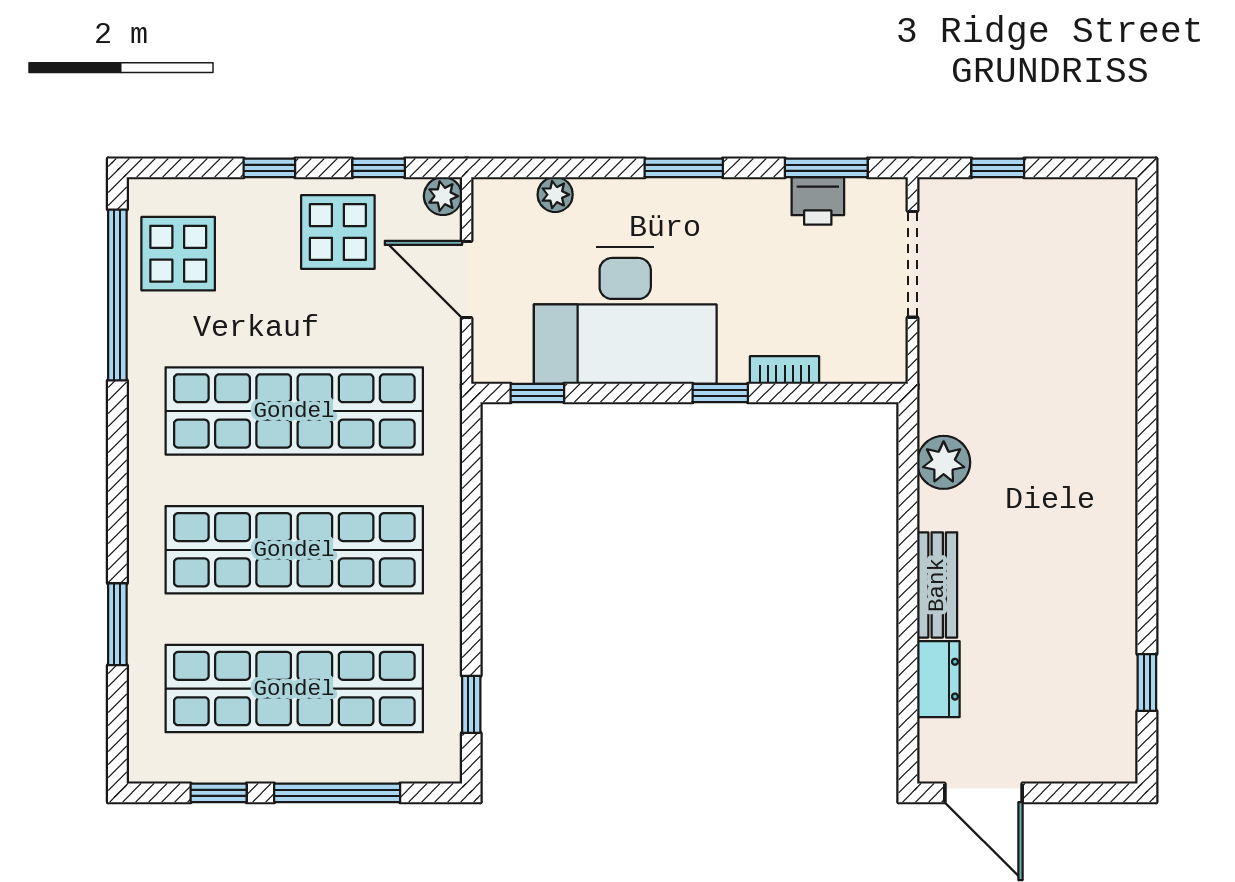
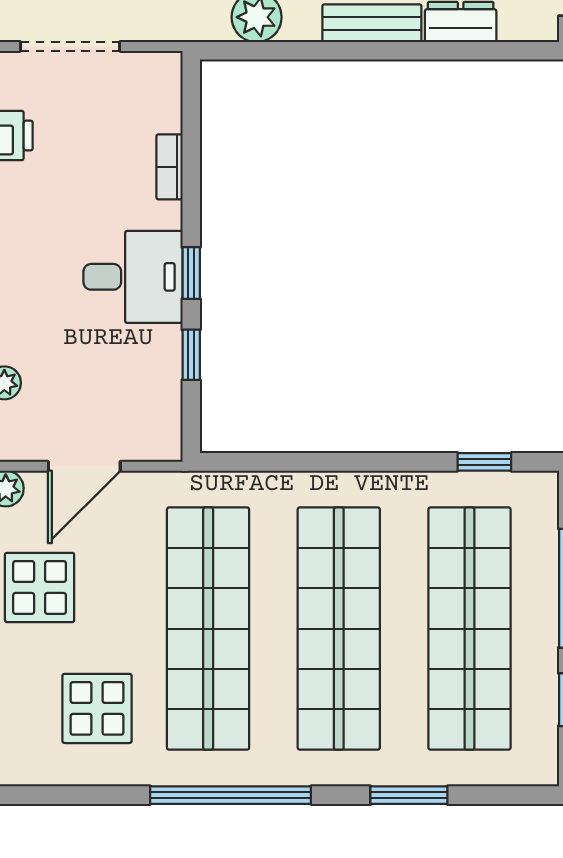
display table: (178, 254) -> (97, 708), moved
window: (117, 295) -> (231, 795), moved
desk: (625, 315) -> (133, 277), width x0.53, depth x0.77
window: (537, 393) -> (191, 355), moved
window: (720, 393) -> (191, 273), moved

